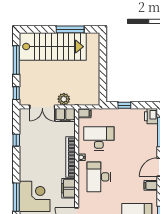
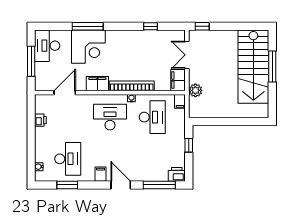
window: (70, 29) -> (272, 67), moved
window: (16, 60) -> (239, 26), removed
plant: (64, 99) -> (195, 90), moved

